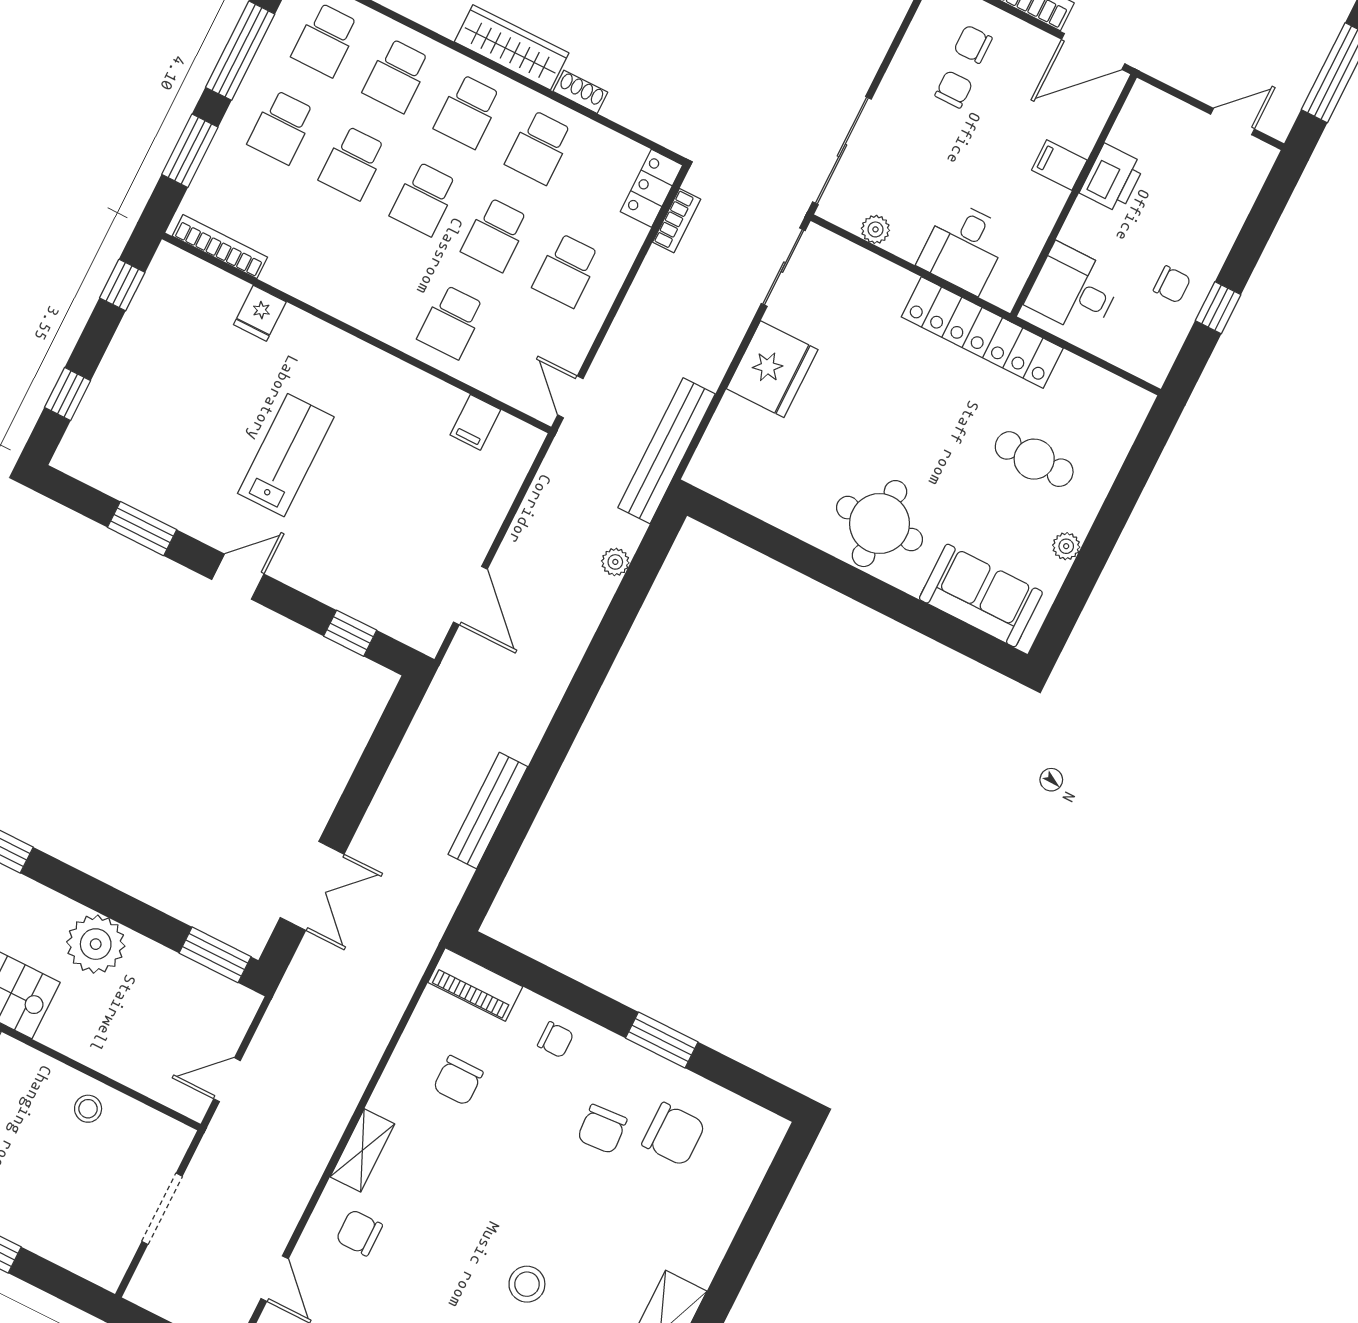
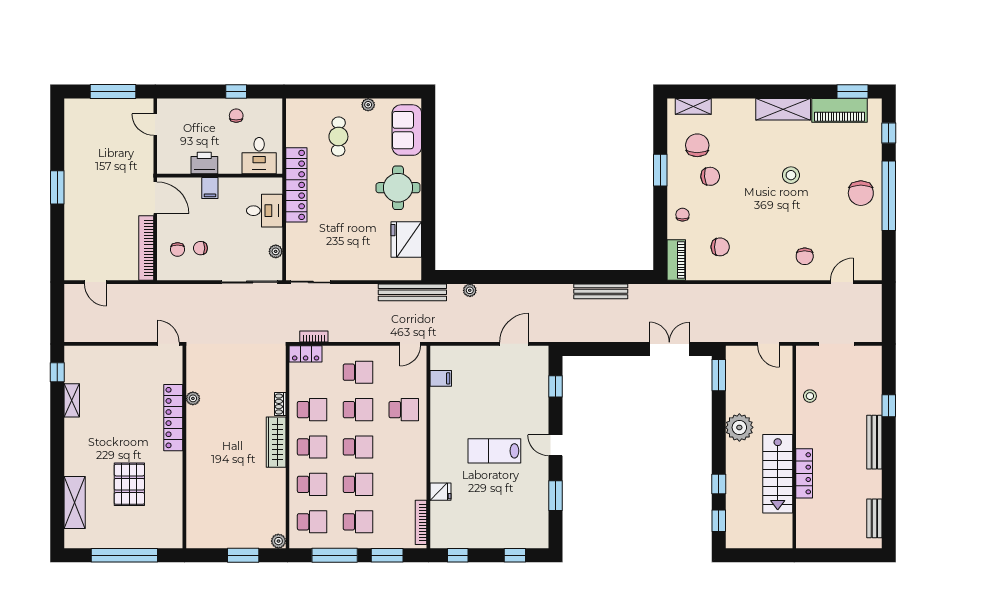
fridge: (772, 369) -> (406, 239), moved, turned -90
shelving: (362, 1150) -> (693, 106), moved

